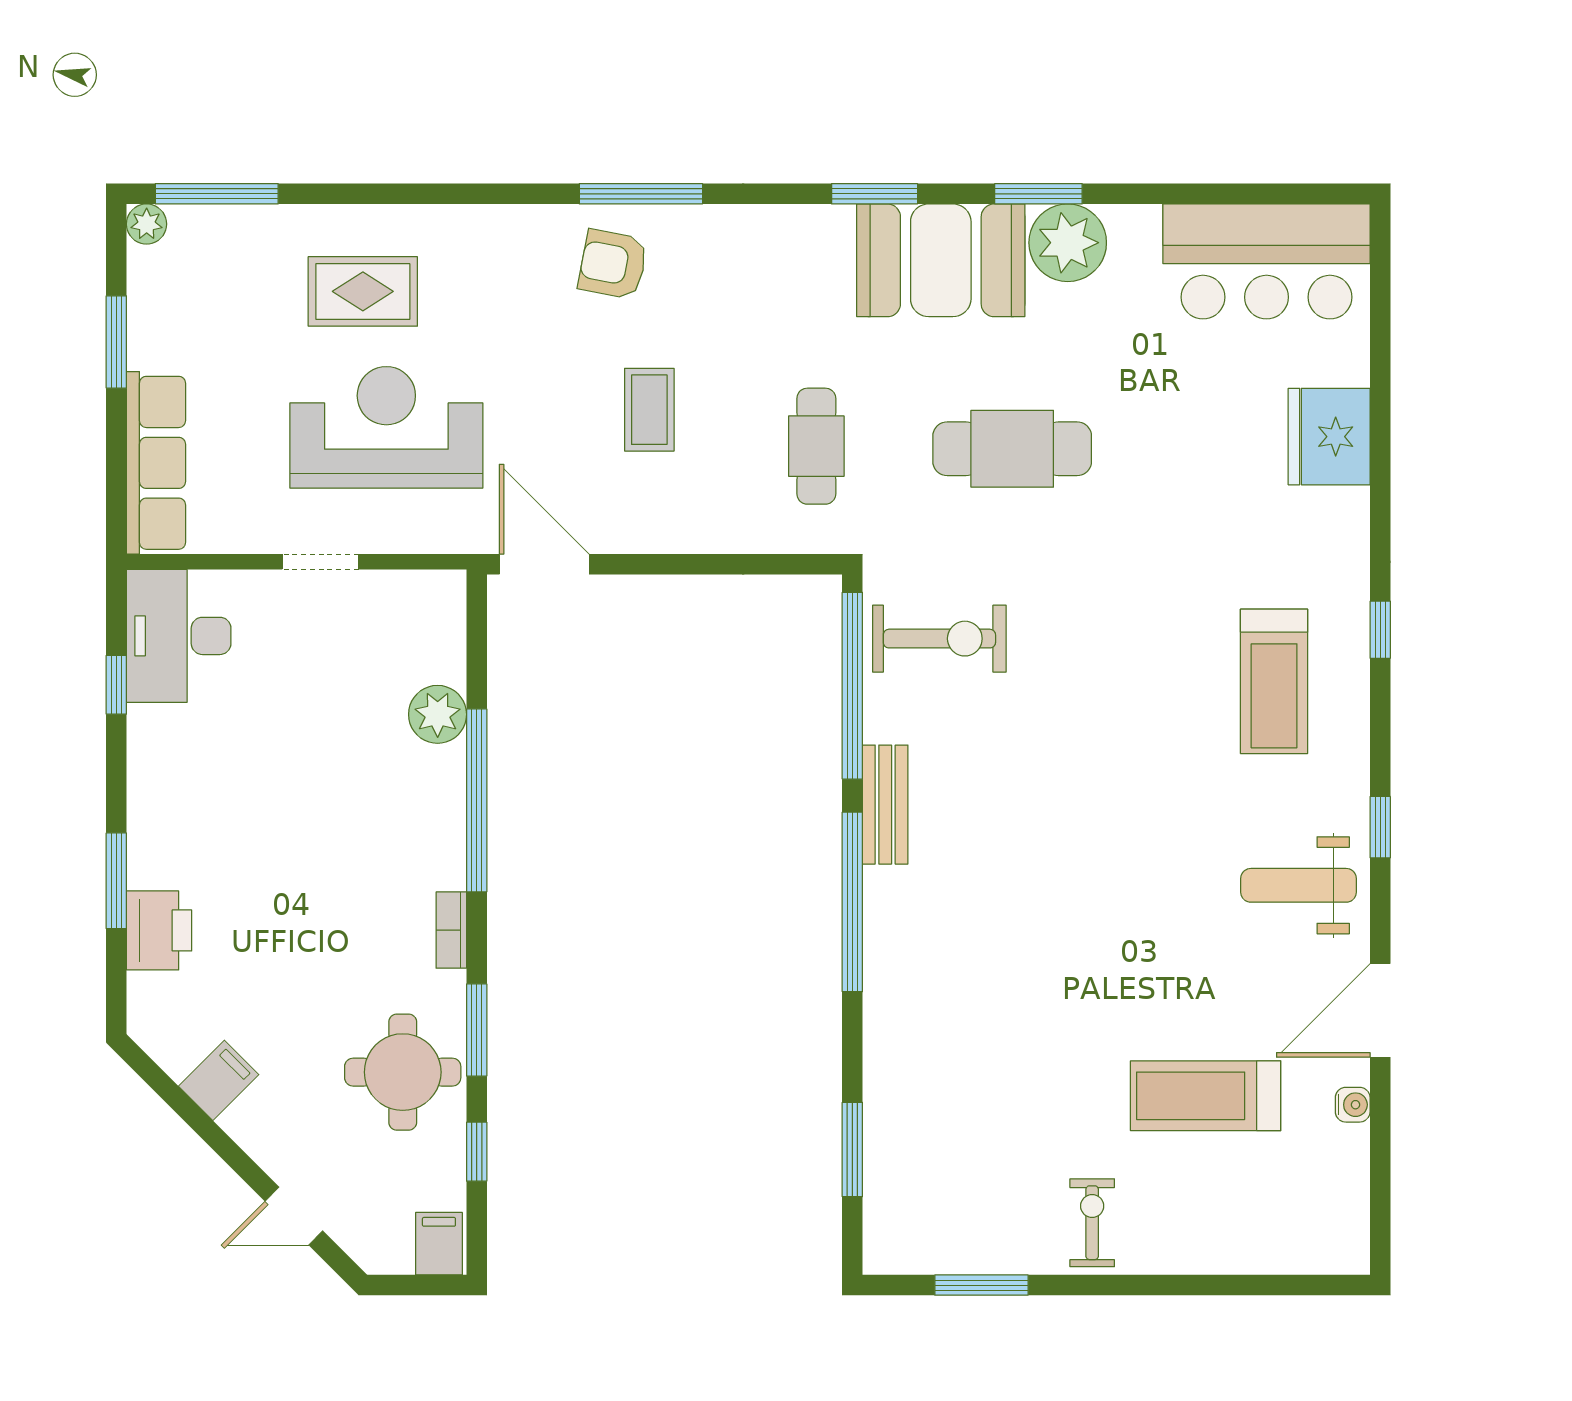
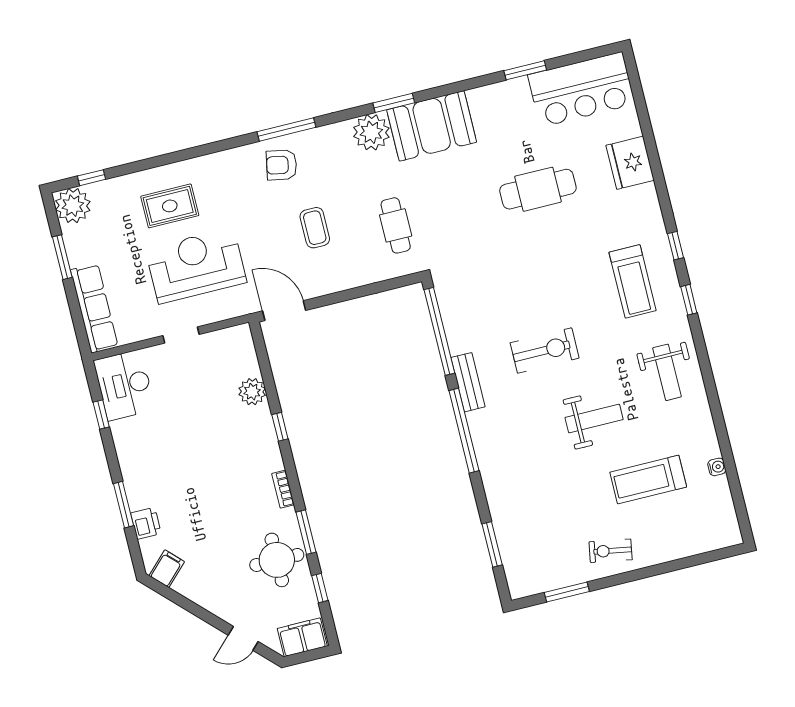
window: (217, 194) -> (92, 178), width x0.46
window: (1038, 194) -> (525, 70), moved
plant: (147, 224) -> (73, 206), width x1.88, depth x1.88
plant: (1068, 243) -> (371, 132), moved
cafe table: (1012, 449) -> (538, 189), moved
exercise bike: (939, 639) -> (545, 350), moved
window: (477, 800) -> (280, 427), width x0.32
window: (1380, 827) -> (689, 300), moved
weight bench: (1299, 885) -> (667, 372), turned -90
printer: (159, 930) -> (146, 523), width x0.73, depth x0.81
weight bench: (1125, 943) -> (594, 418), added
door: (1380, 1010) -> (719, 421), removed
filing cabinet: (219, 1080) -> (167, 569), moved
exercise bike: (1092, 1223) -> (611, 551), turned -80
filing cabinet: (439, 1244) -> (302, 637), width x2.00

